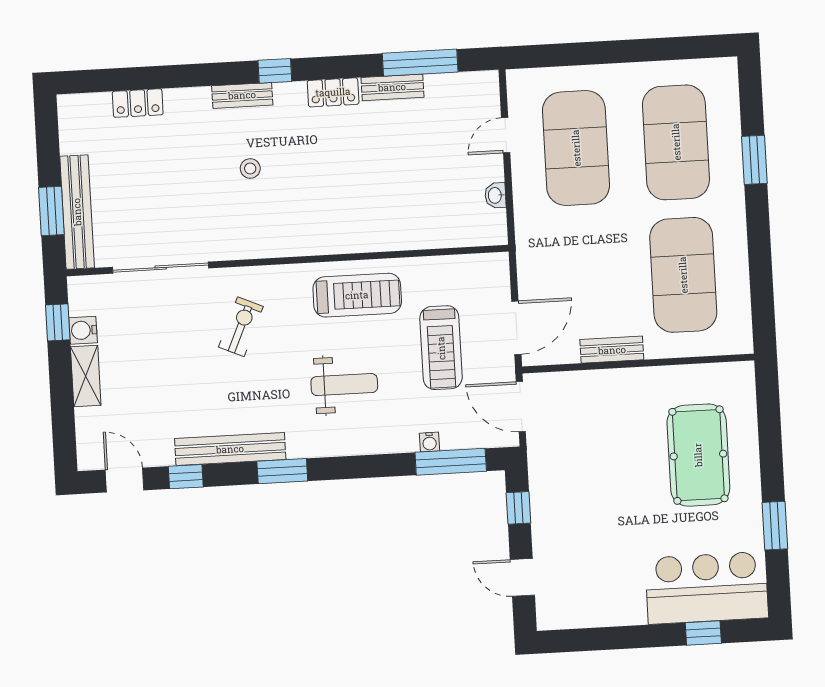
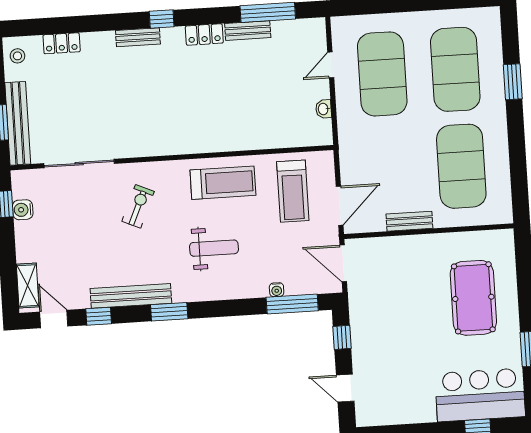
stool: (250, 169) -> (17, 56), moved
treadmill: (441, 348) -> (293, 191), moved
shelving: (86, 376) -> (28, 286), moved

